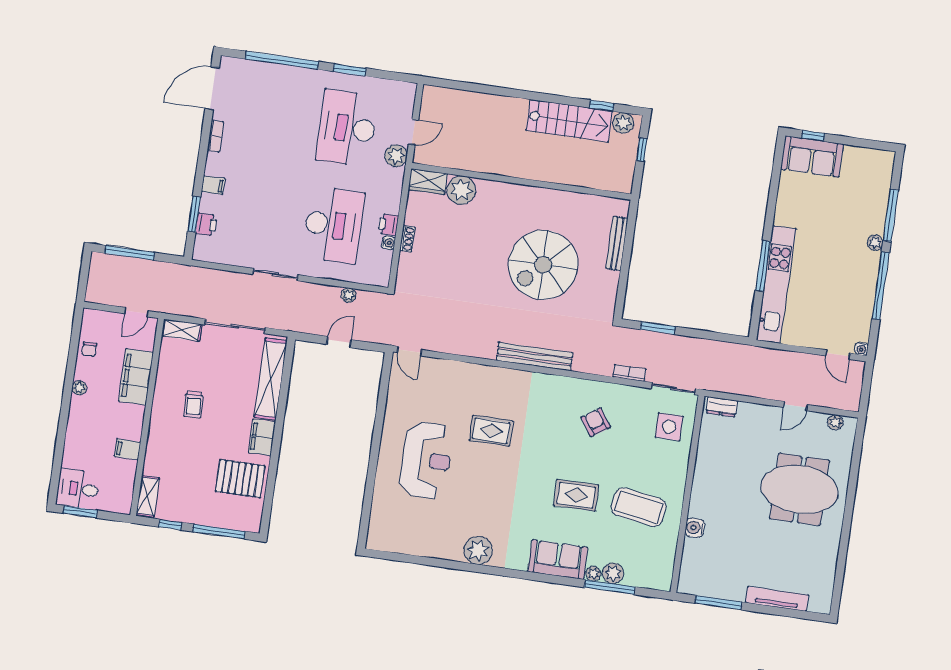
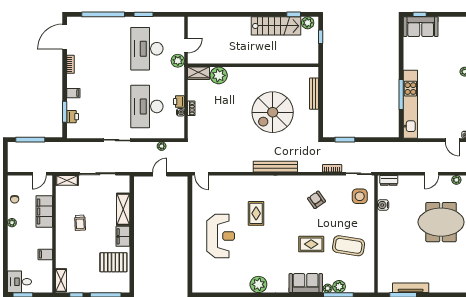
desk: (333, 225) -> (147, 106), turned 180
shelving: (271, 379) -> (123, 209), width x0.68
rug: (491, 431) -> (256, 213), turned 90
water cooler: (695, 528) -> (383, 205), moved
tv unit: (777, 599) -> (411, 288), moved

